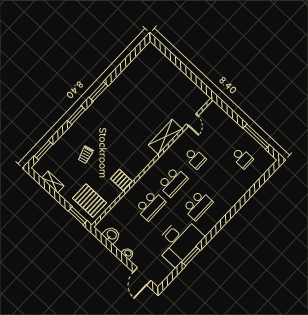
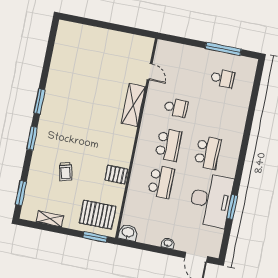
washbasin: (111, 235) -> (128, 233), moved

